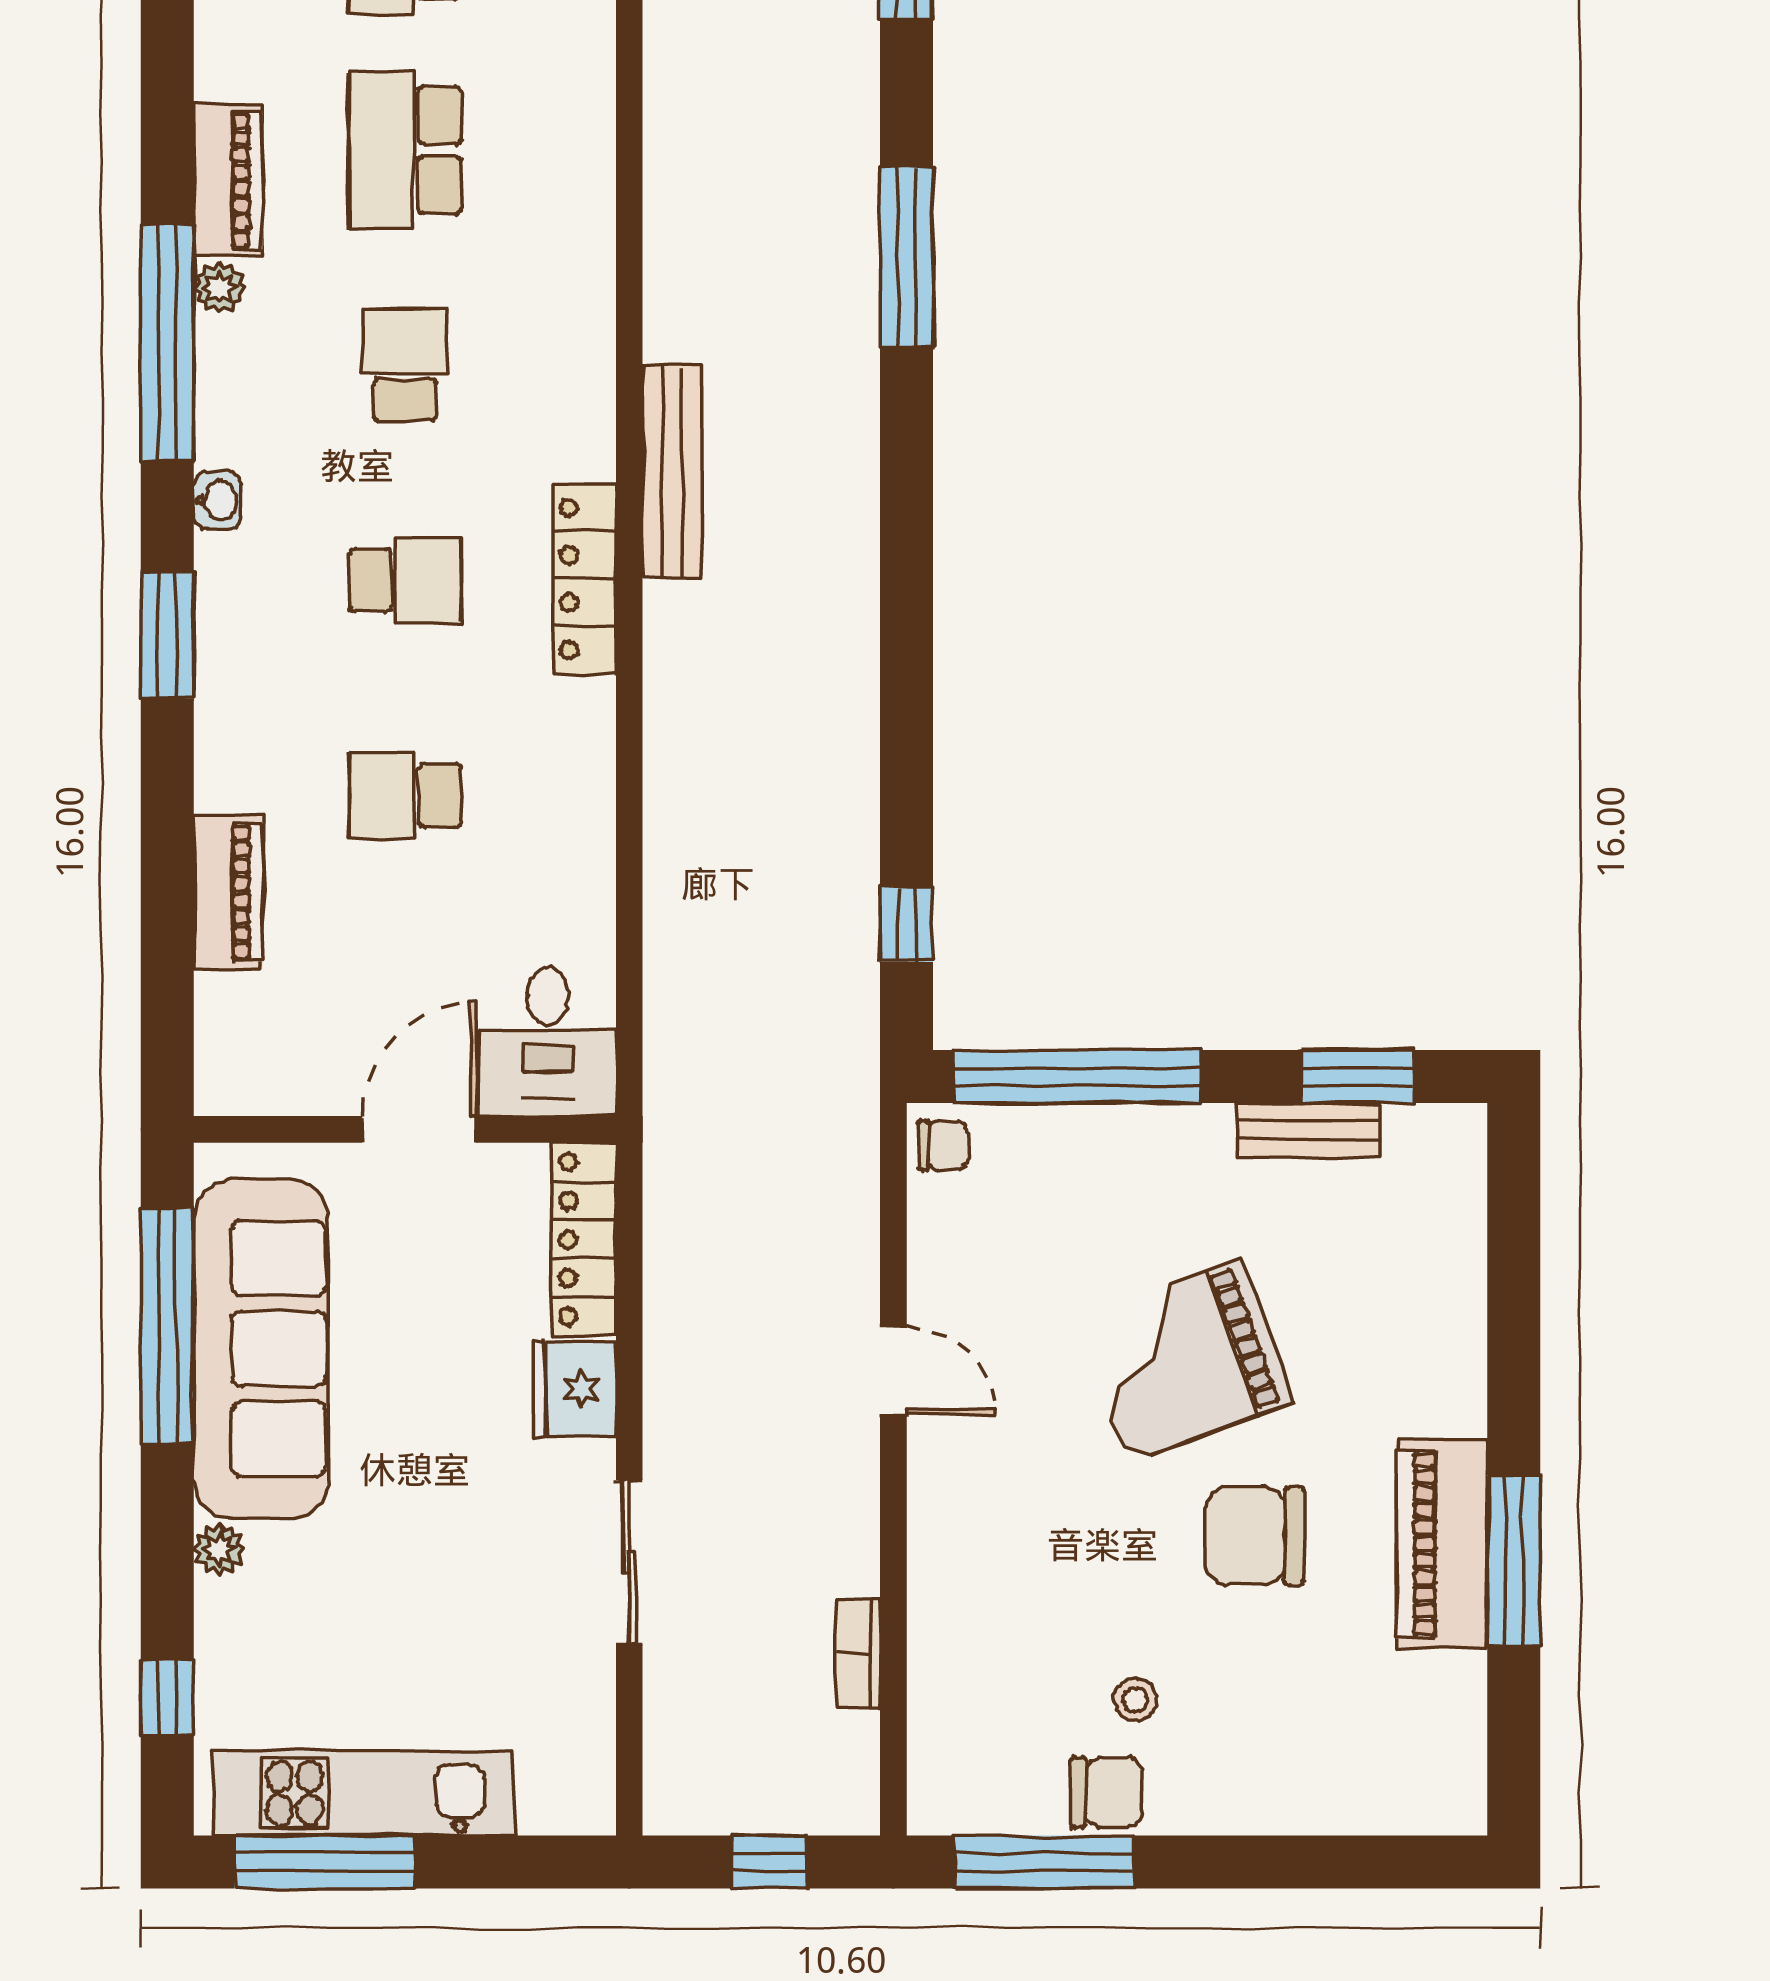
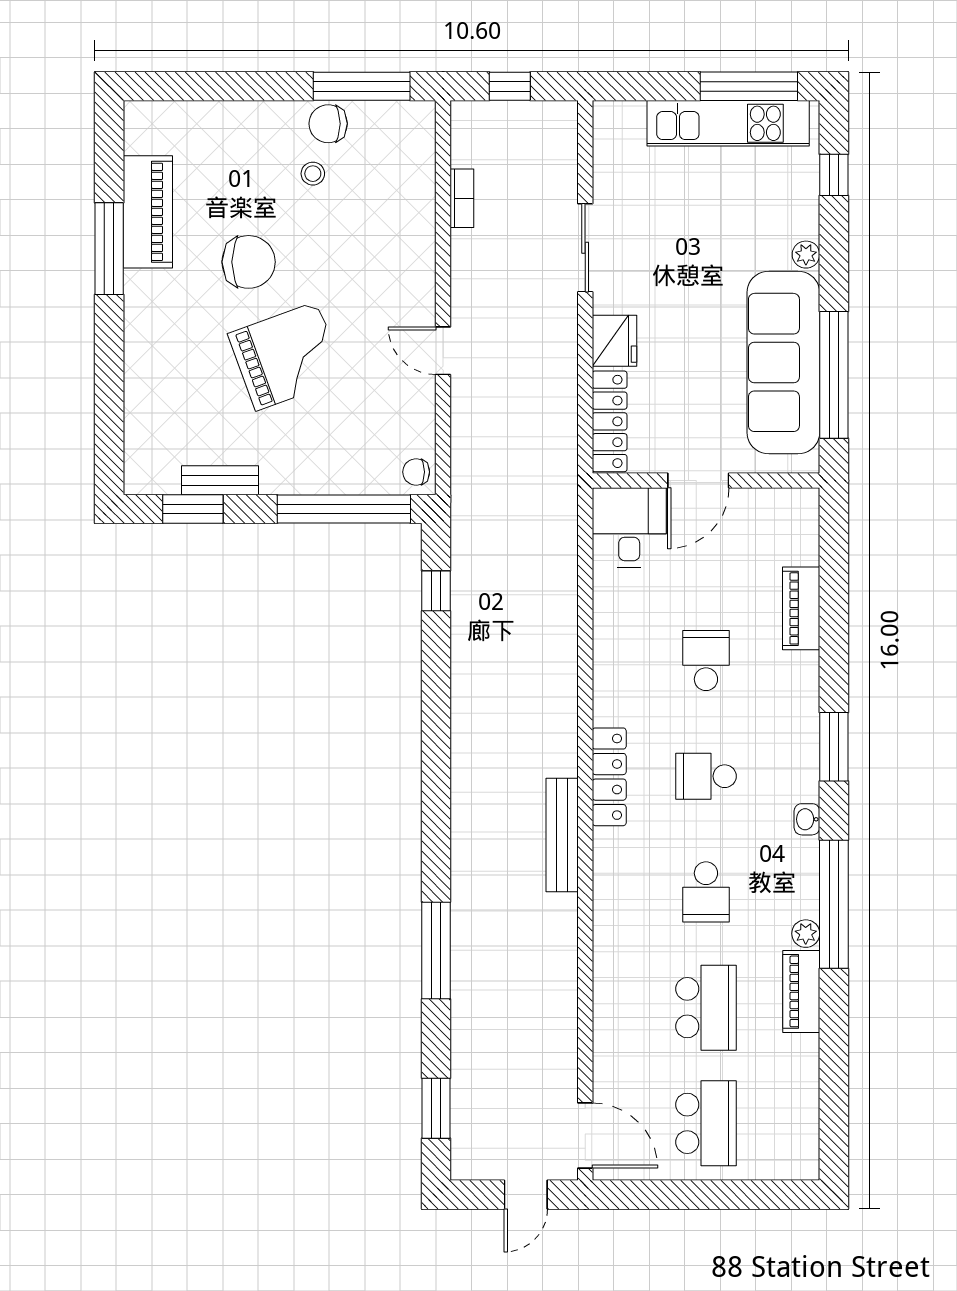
school desk: (405, 795) -> (706, 660), turned -90
piano: (1442, 1544) -> (148, 212), moved

